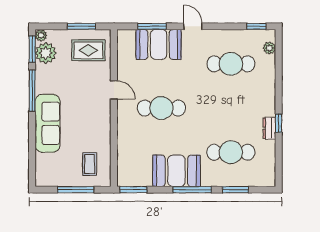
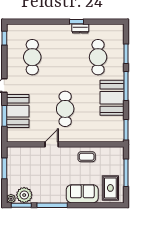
plant: (269, 48) -> (20, 28), removed
rug: (88, 50) -> (110, 188), moved
sofa: (47, 123) -> (82, 194), width x0.73
coffee table: (90, 164) -> (87, 157), moved

